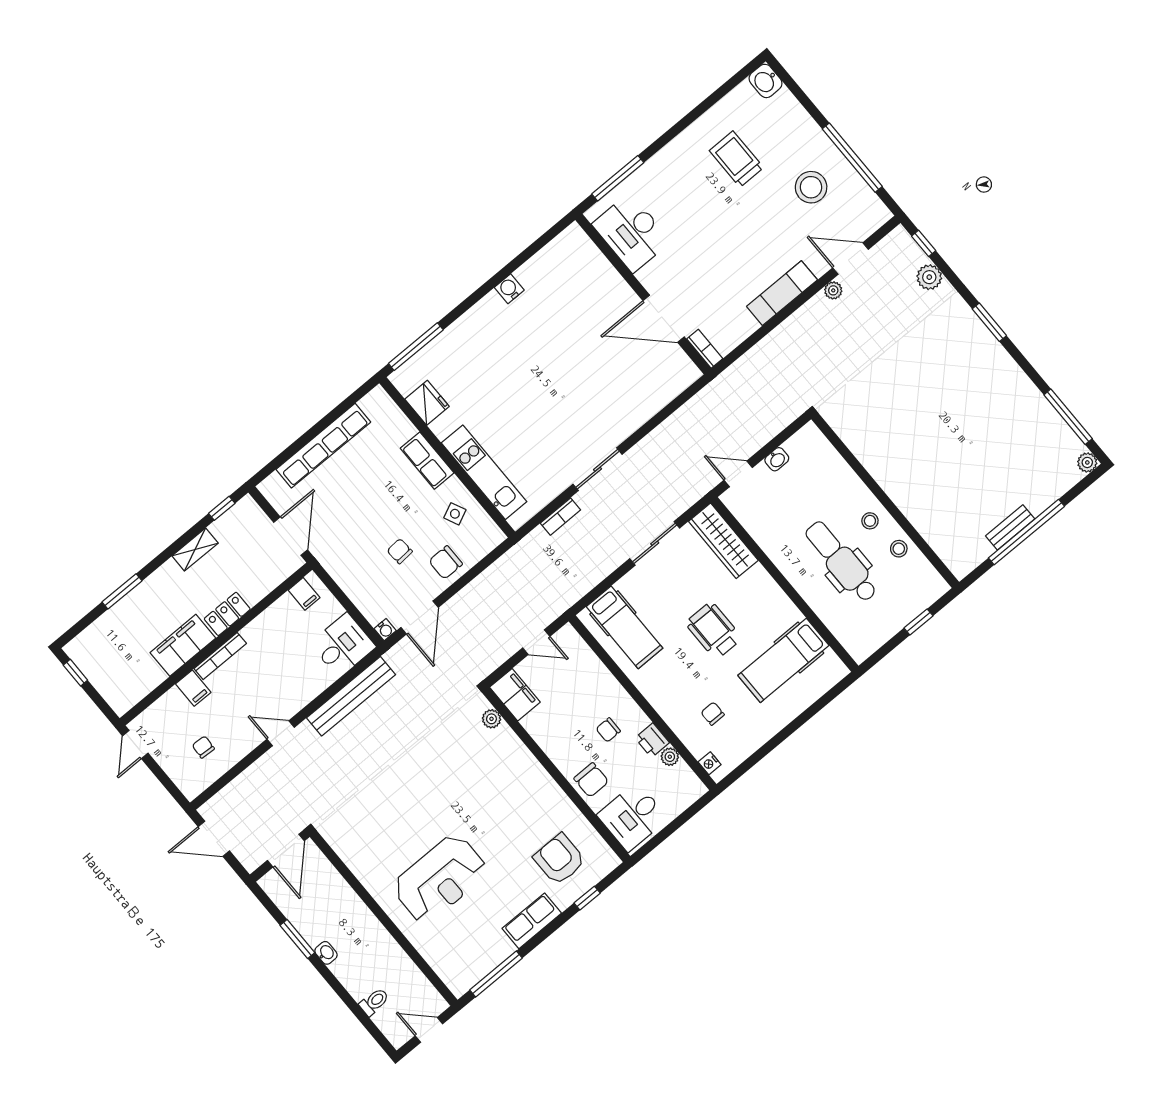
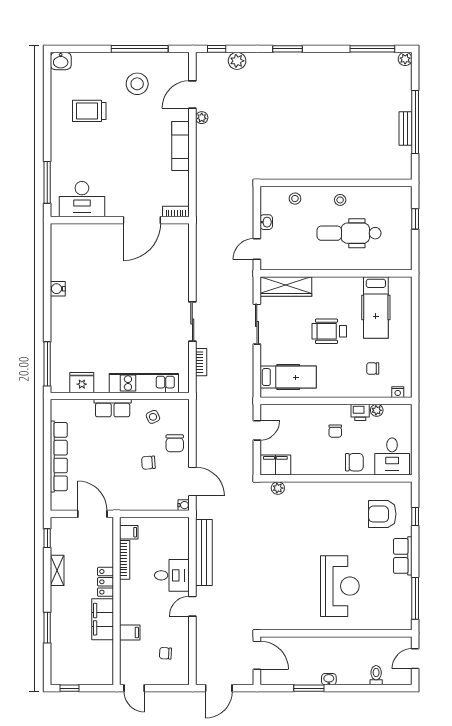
stool: (899, 549) -> (295, 199), moved
desk: (343, 645) -> (172, 575), moved, turned 90
bookcase: (220, 656) -> (125, 560), moved

